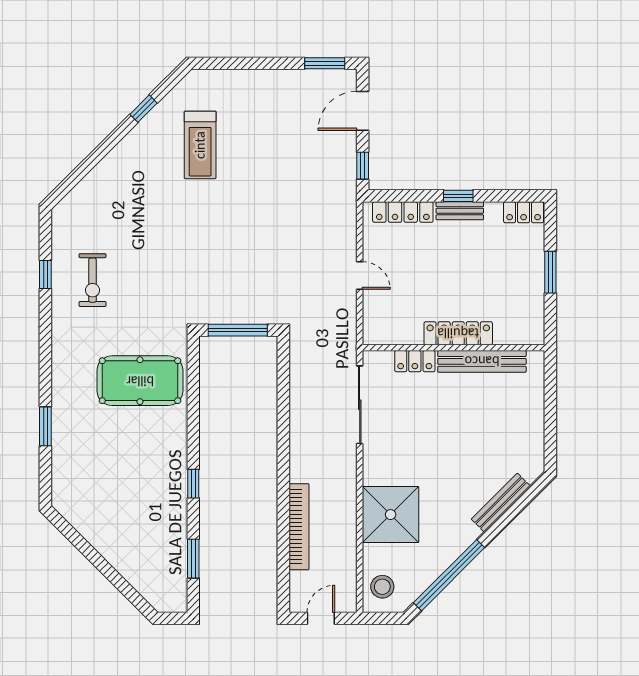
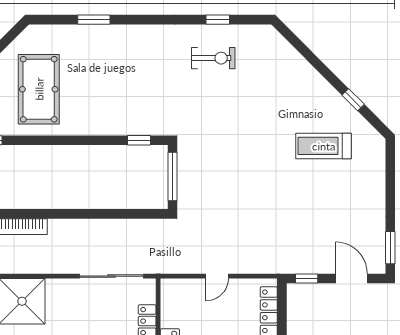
exercise bike: (93, 280) -> (213, 58), turned 180
pool table: (140, 381) -> (39, 89), moved
window: (193, 484) -> (139, 140), moved

